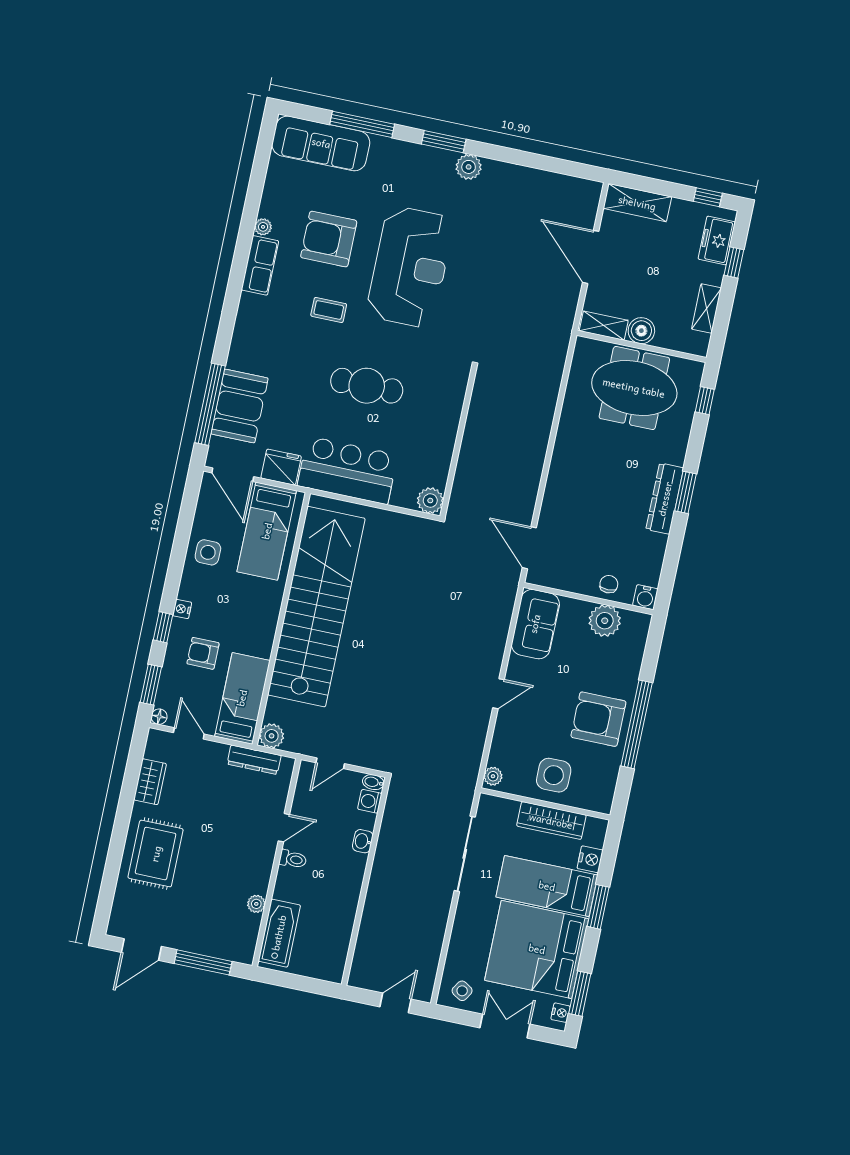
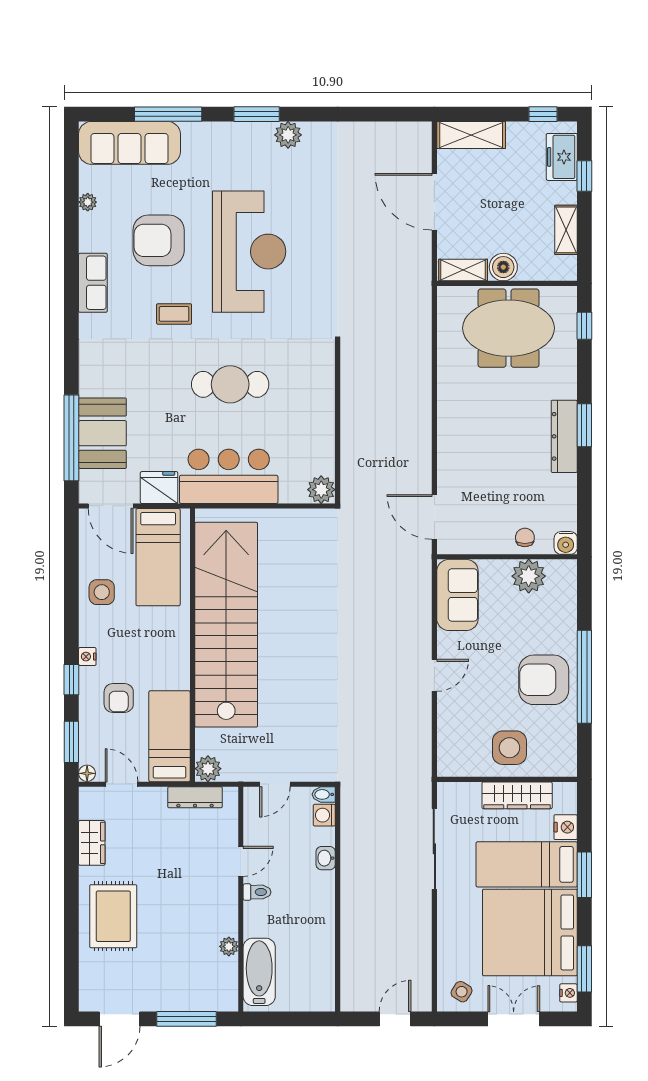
plant: (263, 227) -> (88, 202), moved
armchair: (203, 653) -> (119, 698), turned -90
plant: (493, 776) -> (447, 762), removed

